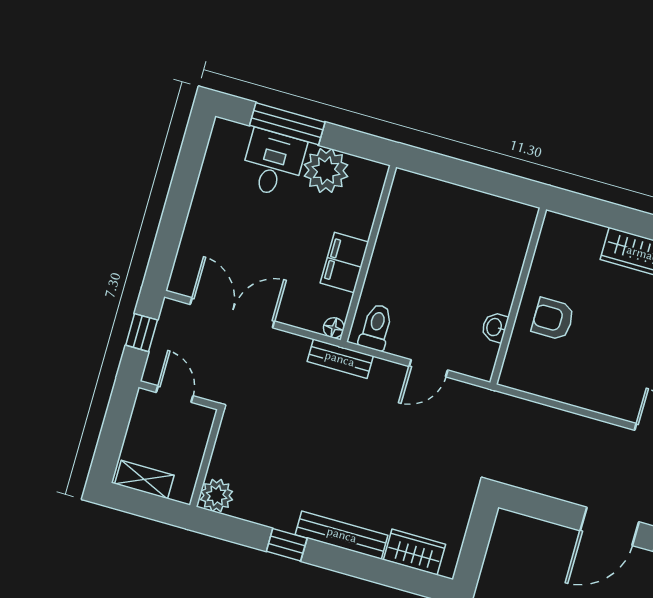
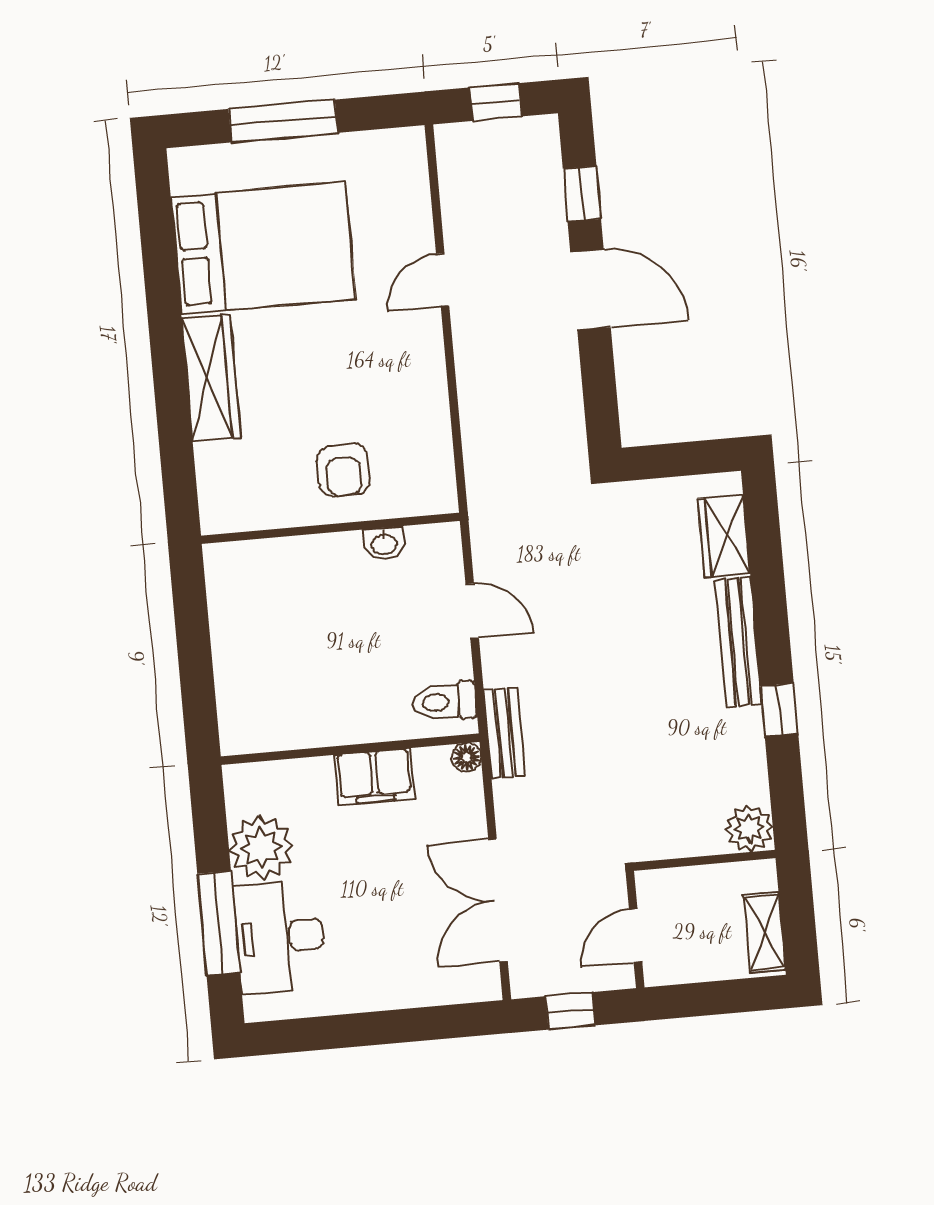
desk: (273, 163) -> (280, 937), width x1.37

